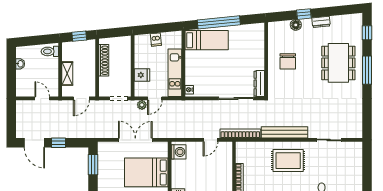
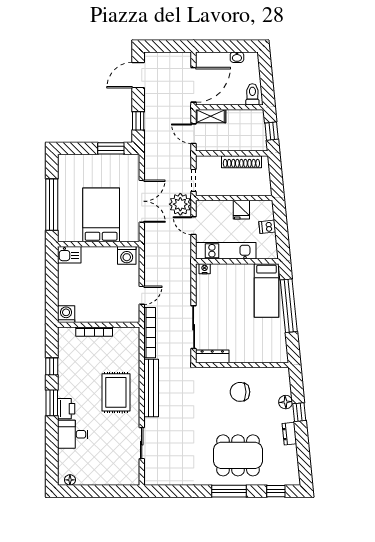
shelving: (67, 74) -> (211, 116), moved
fridge: (142, 75) -> (241, 210), moved
door: (42, 98) -> (194, 85), width x1.87
plant: (142, 105) -> (180, 204), width x1.88, depth x1.88
door: (210, 140) -> (142, 295), swing flipped
window: (58, 143) -> (138, 121), moved

